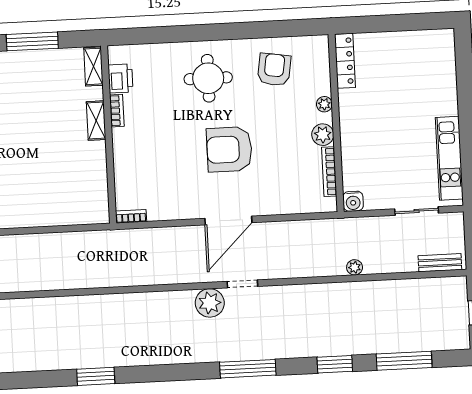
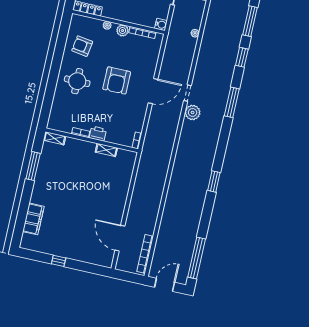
printer: (120, 78) -> (98, 134), moved
shelving: (96, 121) -> (106, 150), moved
door: (228, 221) -> (153, 91), hinge flipped

